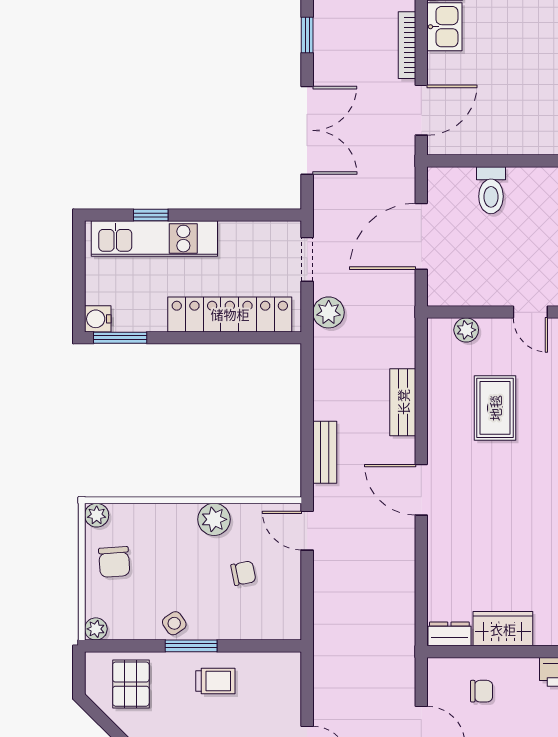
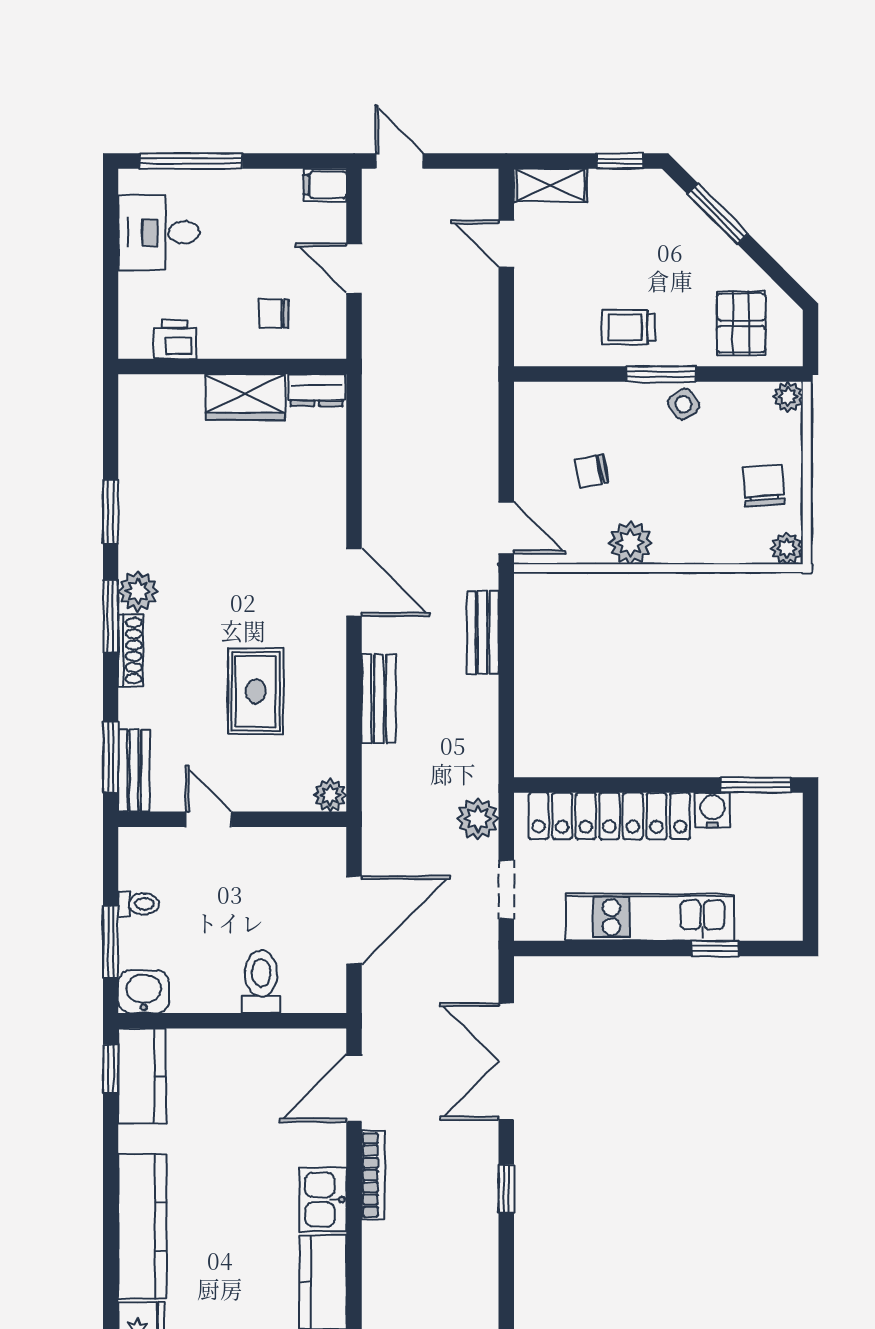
kitchen unit: (154, 239) -> (650, 917), moved
water cooler: (98, 319) -> (713, 810), moved, turned -90
plant: (466, 330) -> (330, 795), moved

